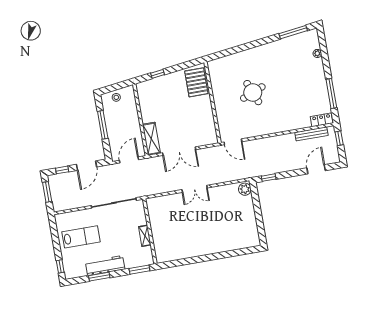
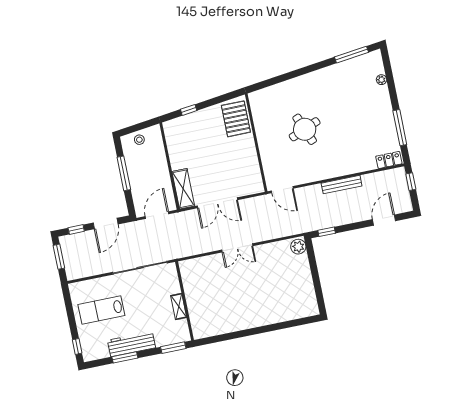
bench: (311, 134) -> (342, 185), moved
lab bench: (81, 237) -> (101, 310), turned 180

